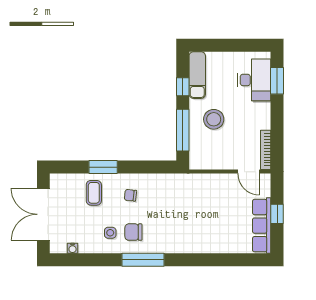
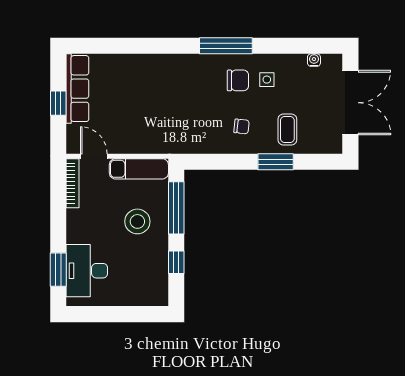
exam couch: (197, 75) -> (139, 169), moved, turned -90

